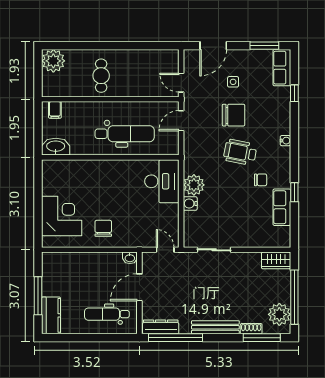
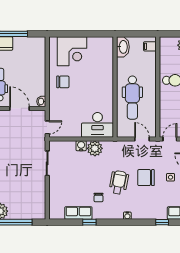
chair: (234, 115) -> (146, 178), turned 90
wardrobe: (276, 260) -> (39, 209), removed

